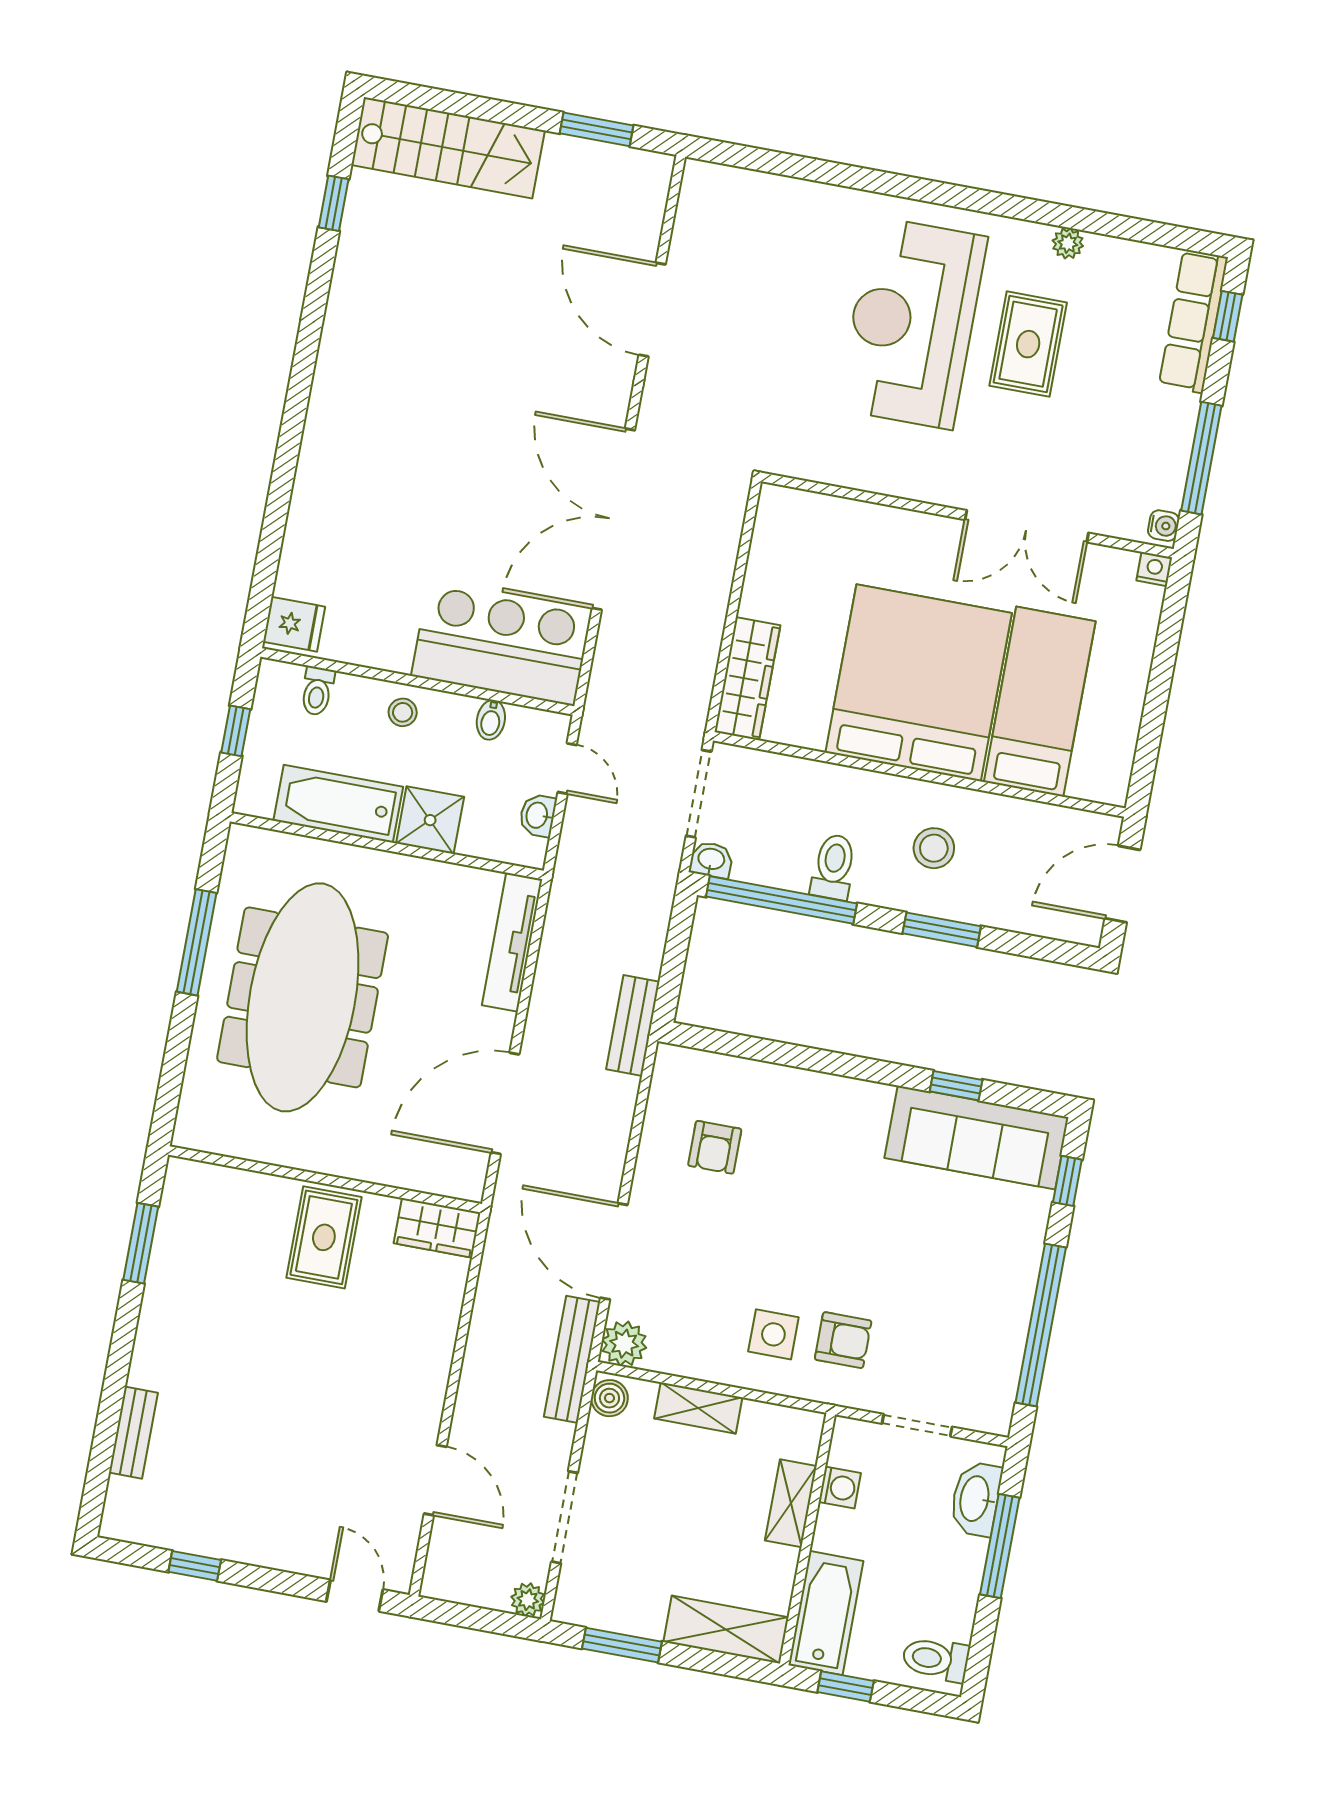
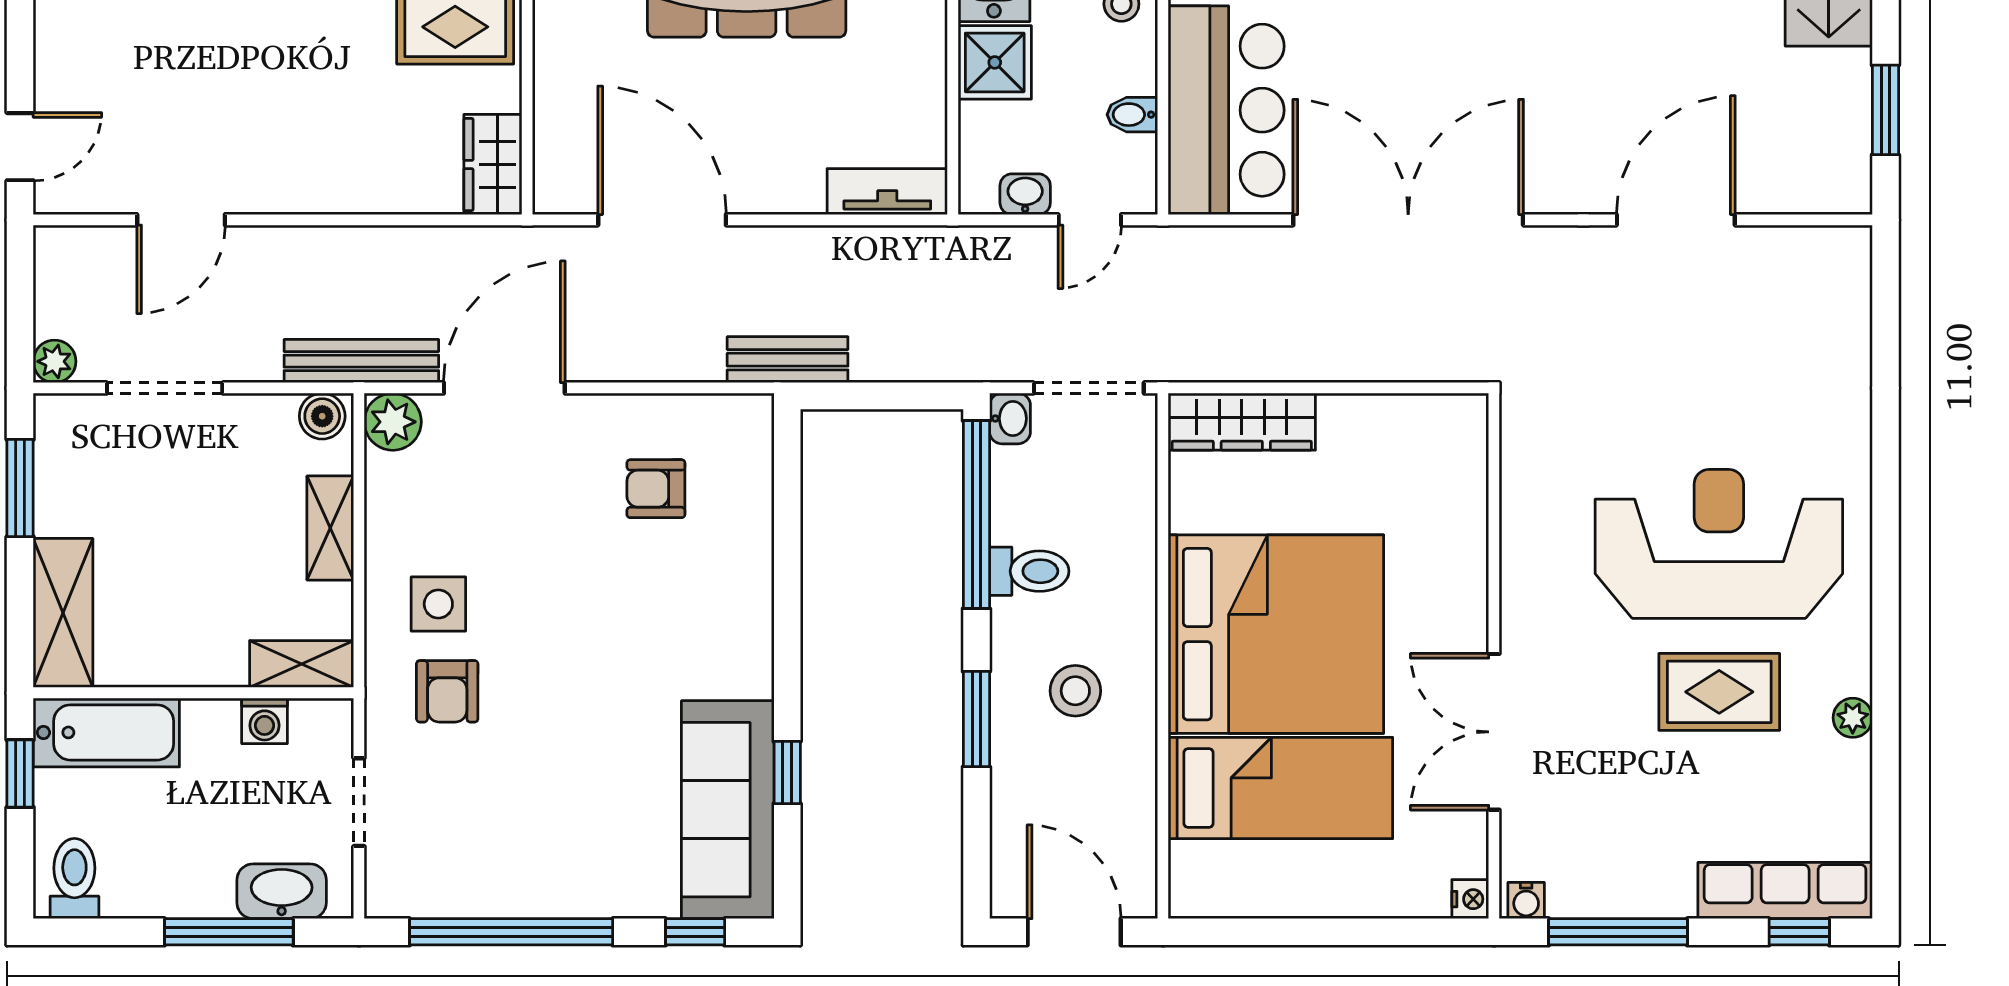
tv unit: (512, 942) -> (887, 192), width x0.71
shelving: (791, 1503) -> (302, 664), moved

